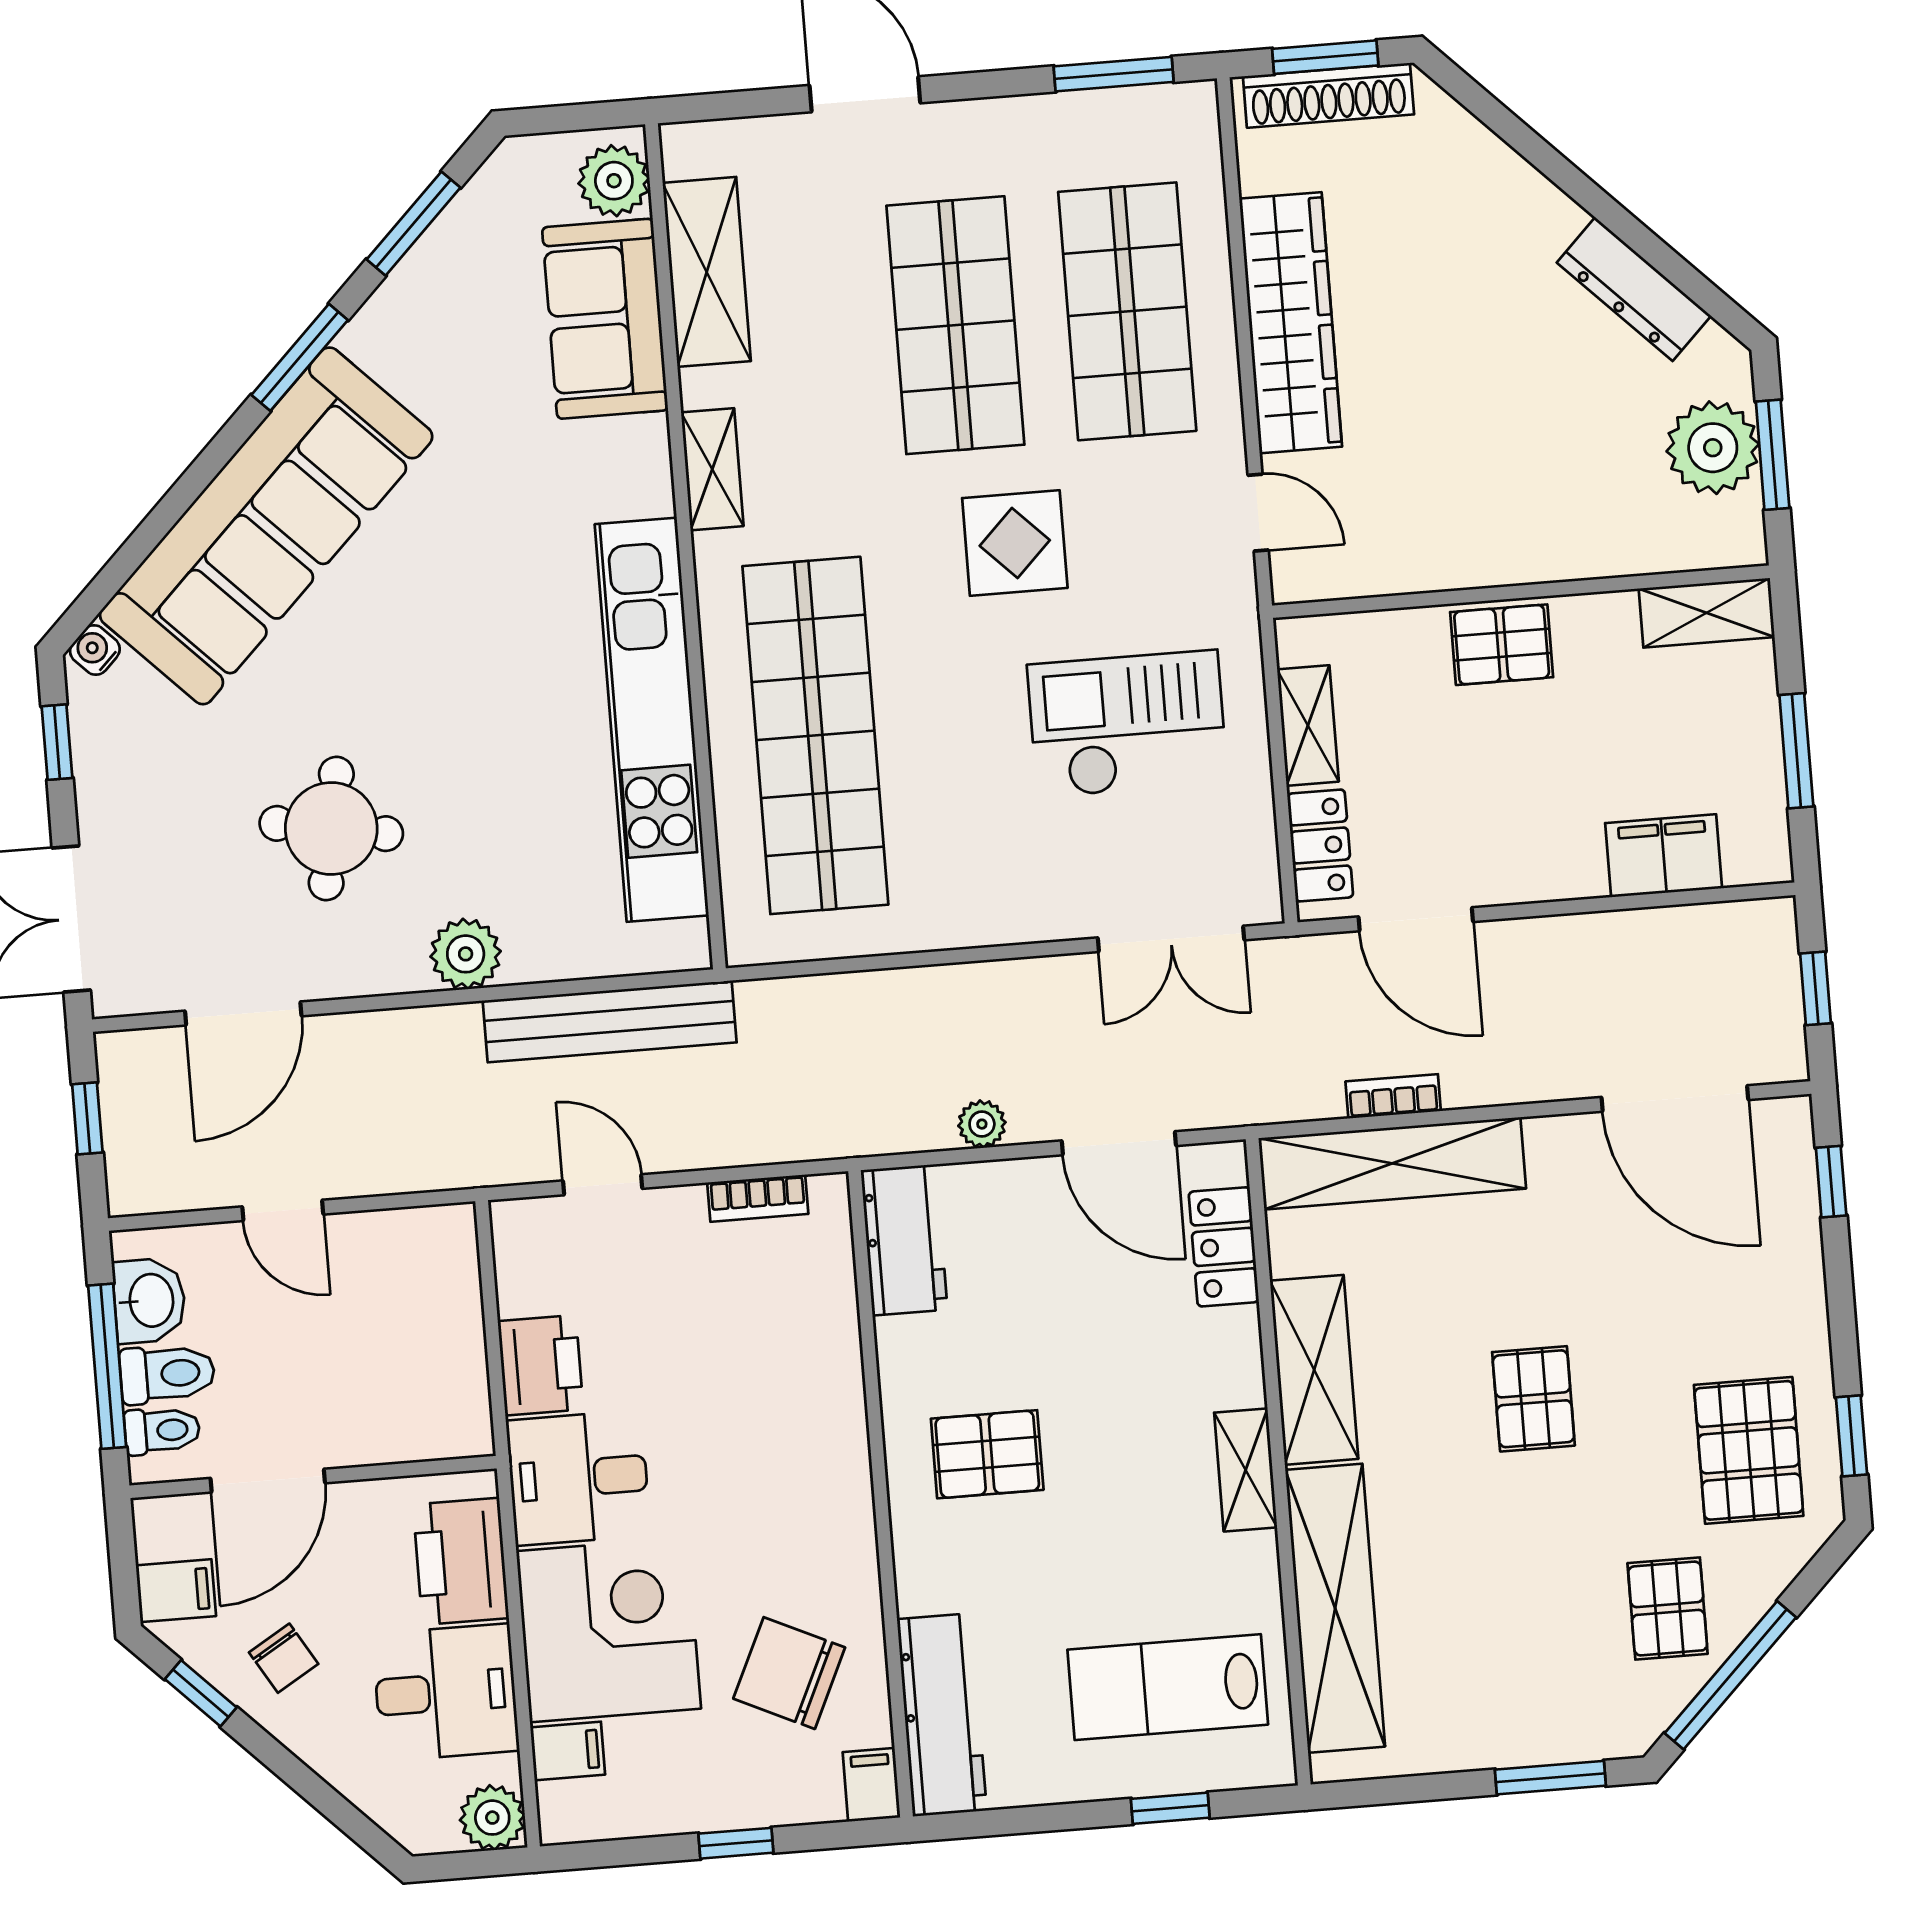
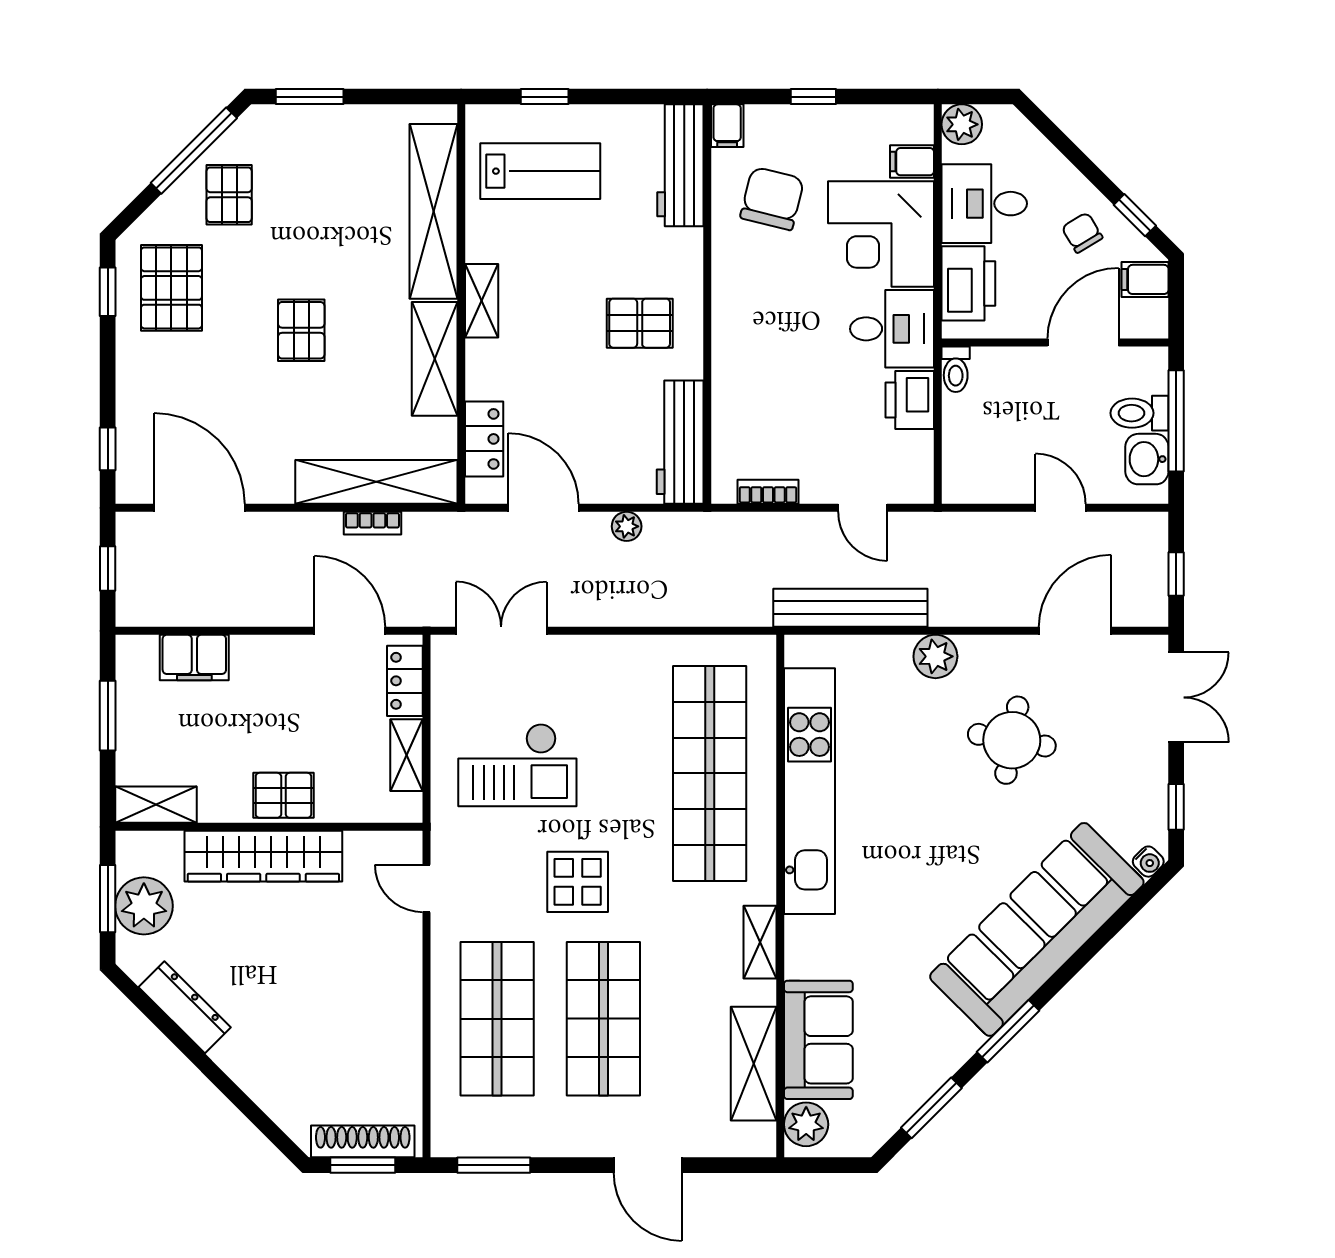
wardrobe: (1291, 323) -> (263, 856), moved, turned -90
workbench: (904, 1240) -> (680, 442), width x1.38
toilet: (162, 1431) -> (956, 369), moved, turned -90
chair: (789, 1673) -> (772, 198), turned -101

